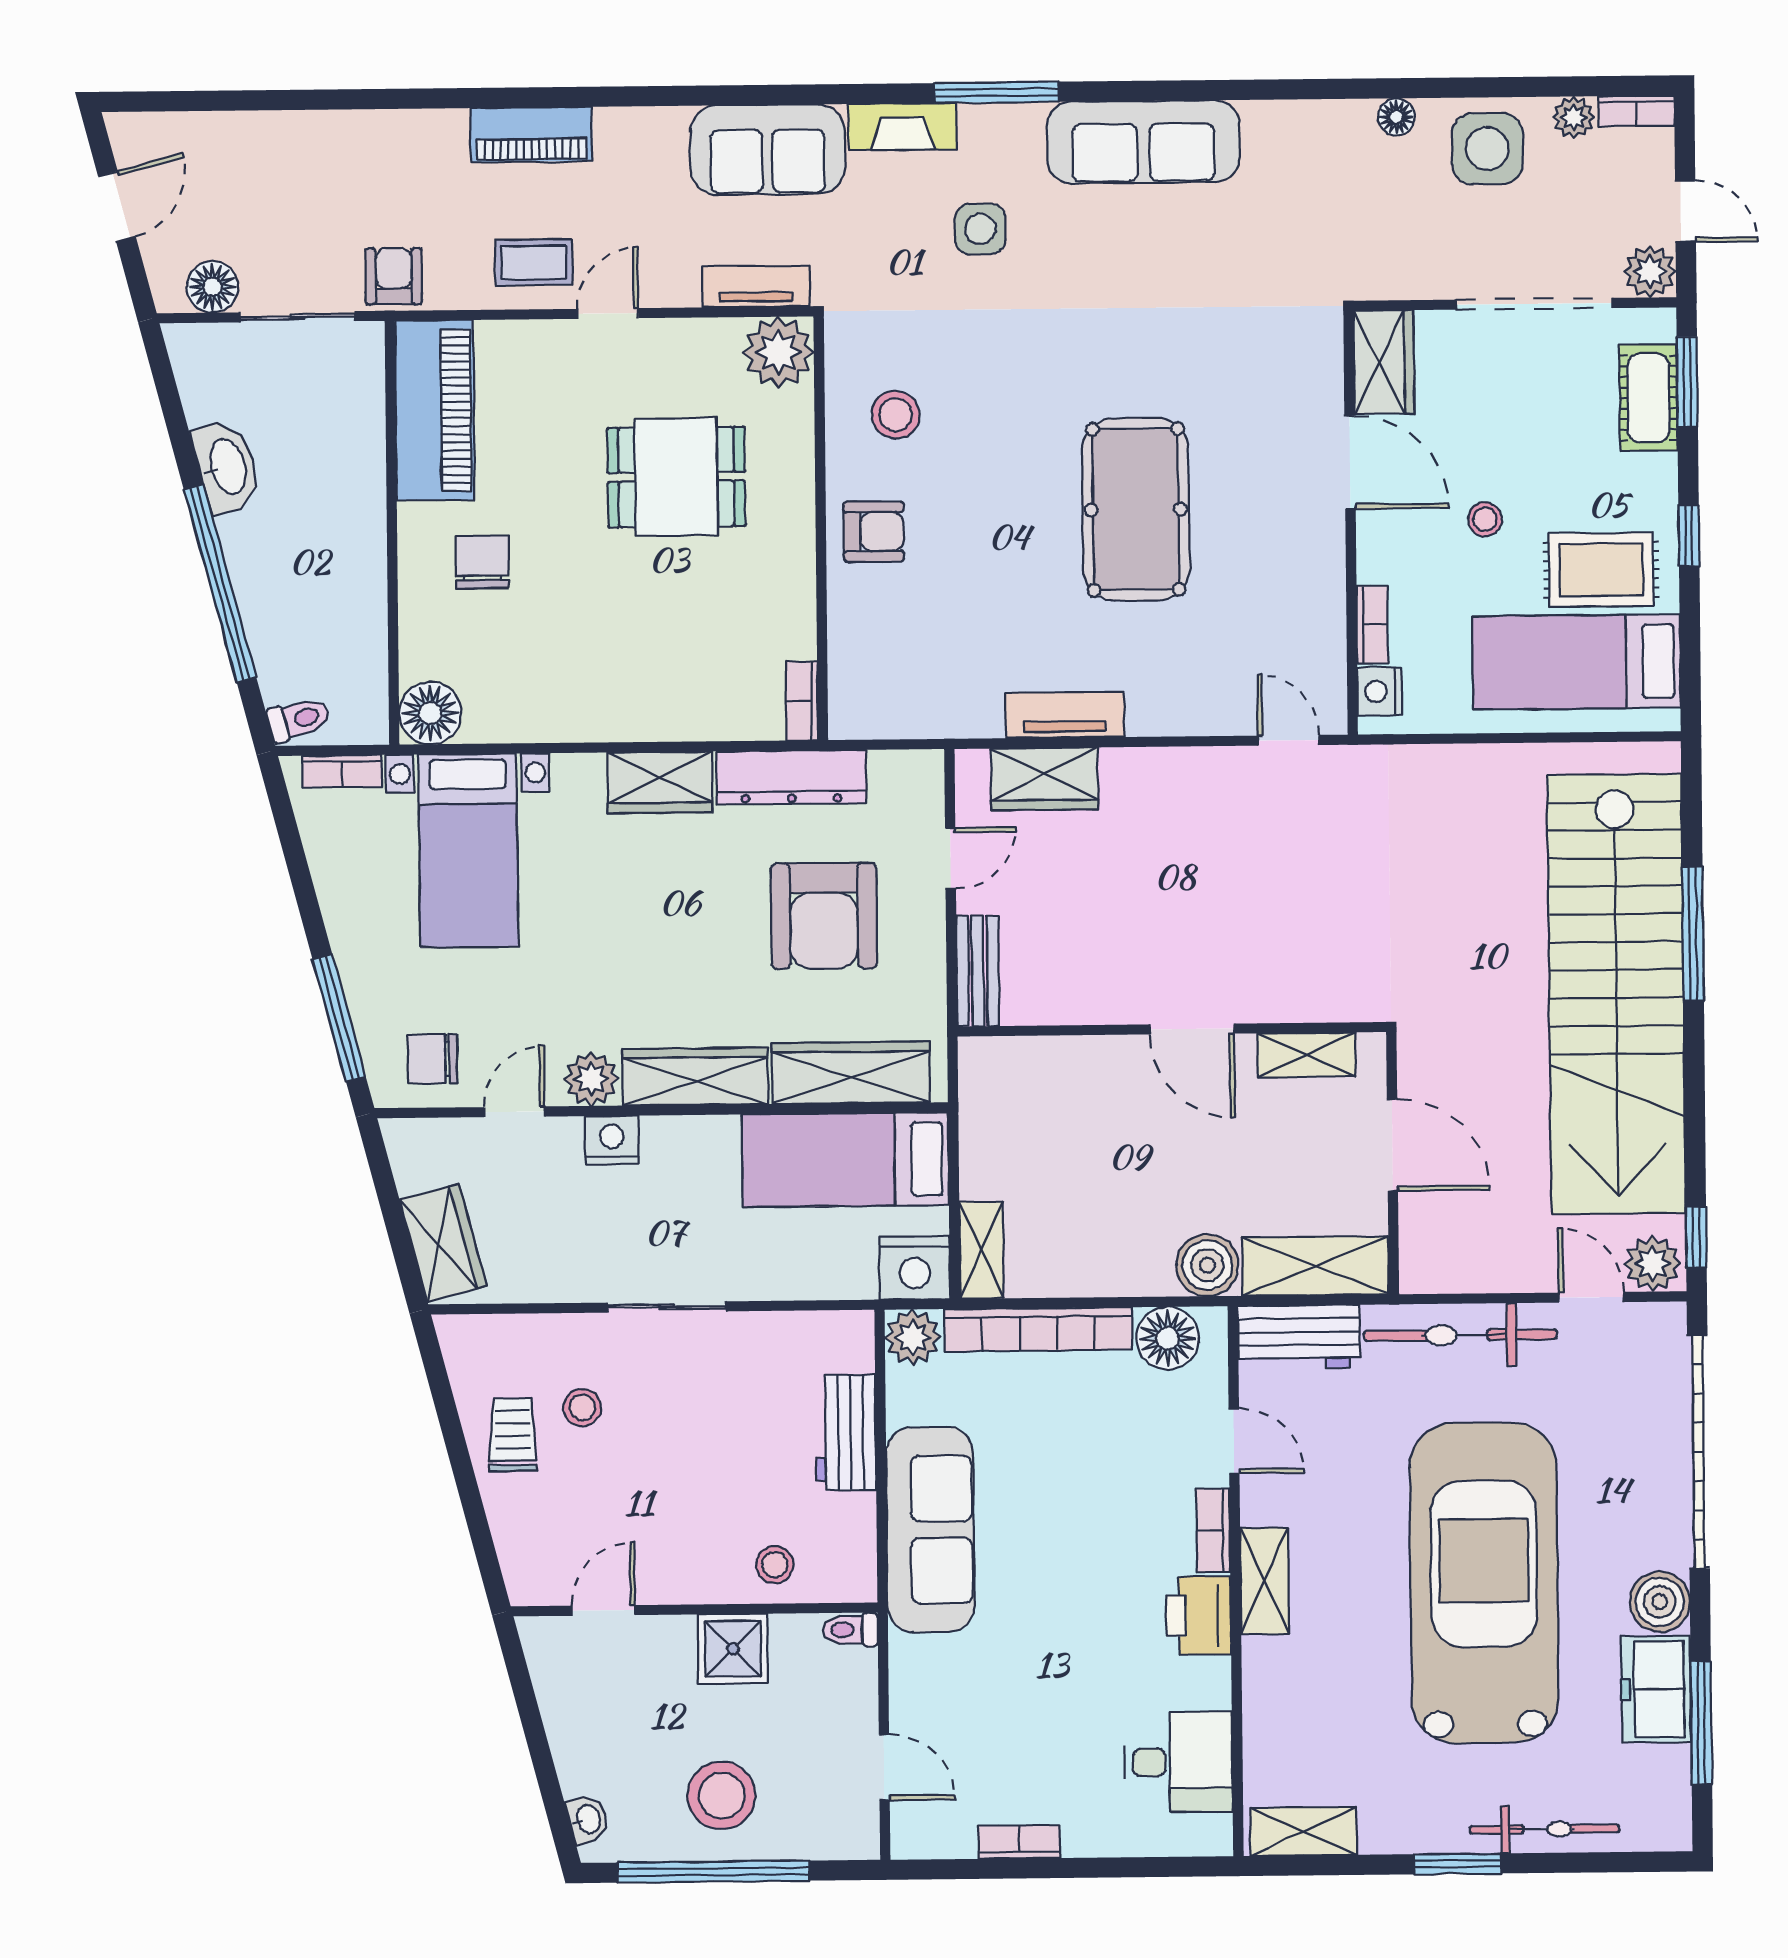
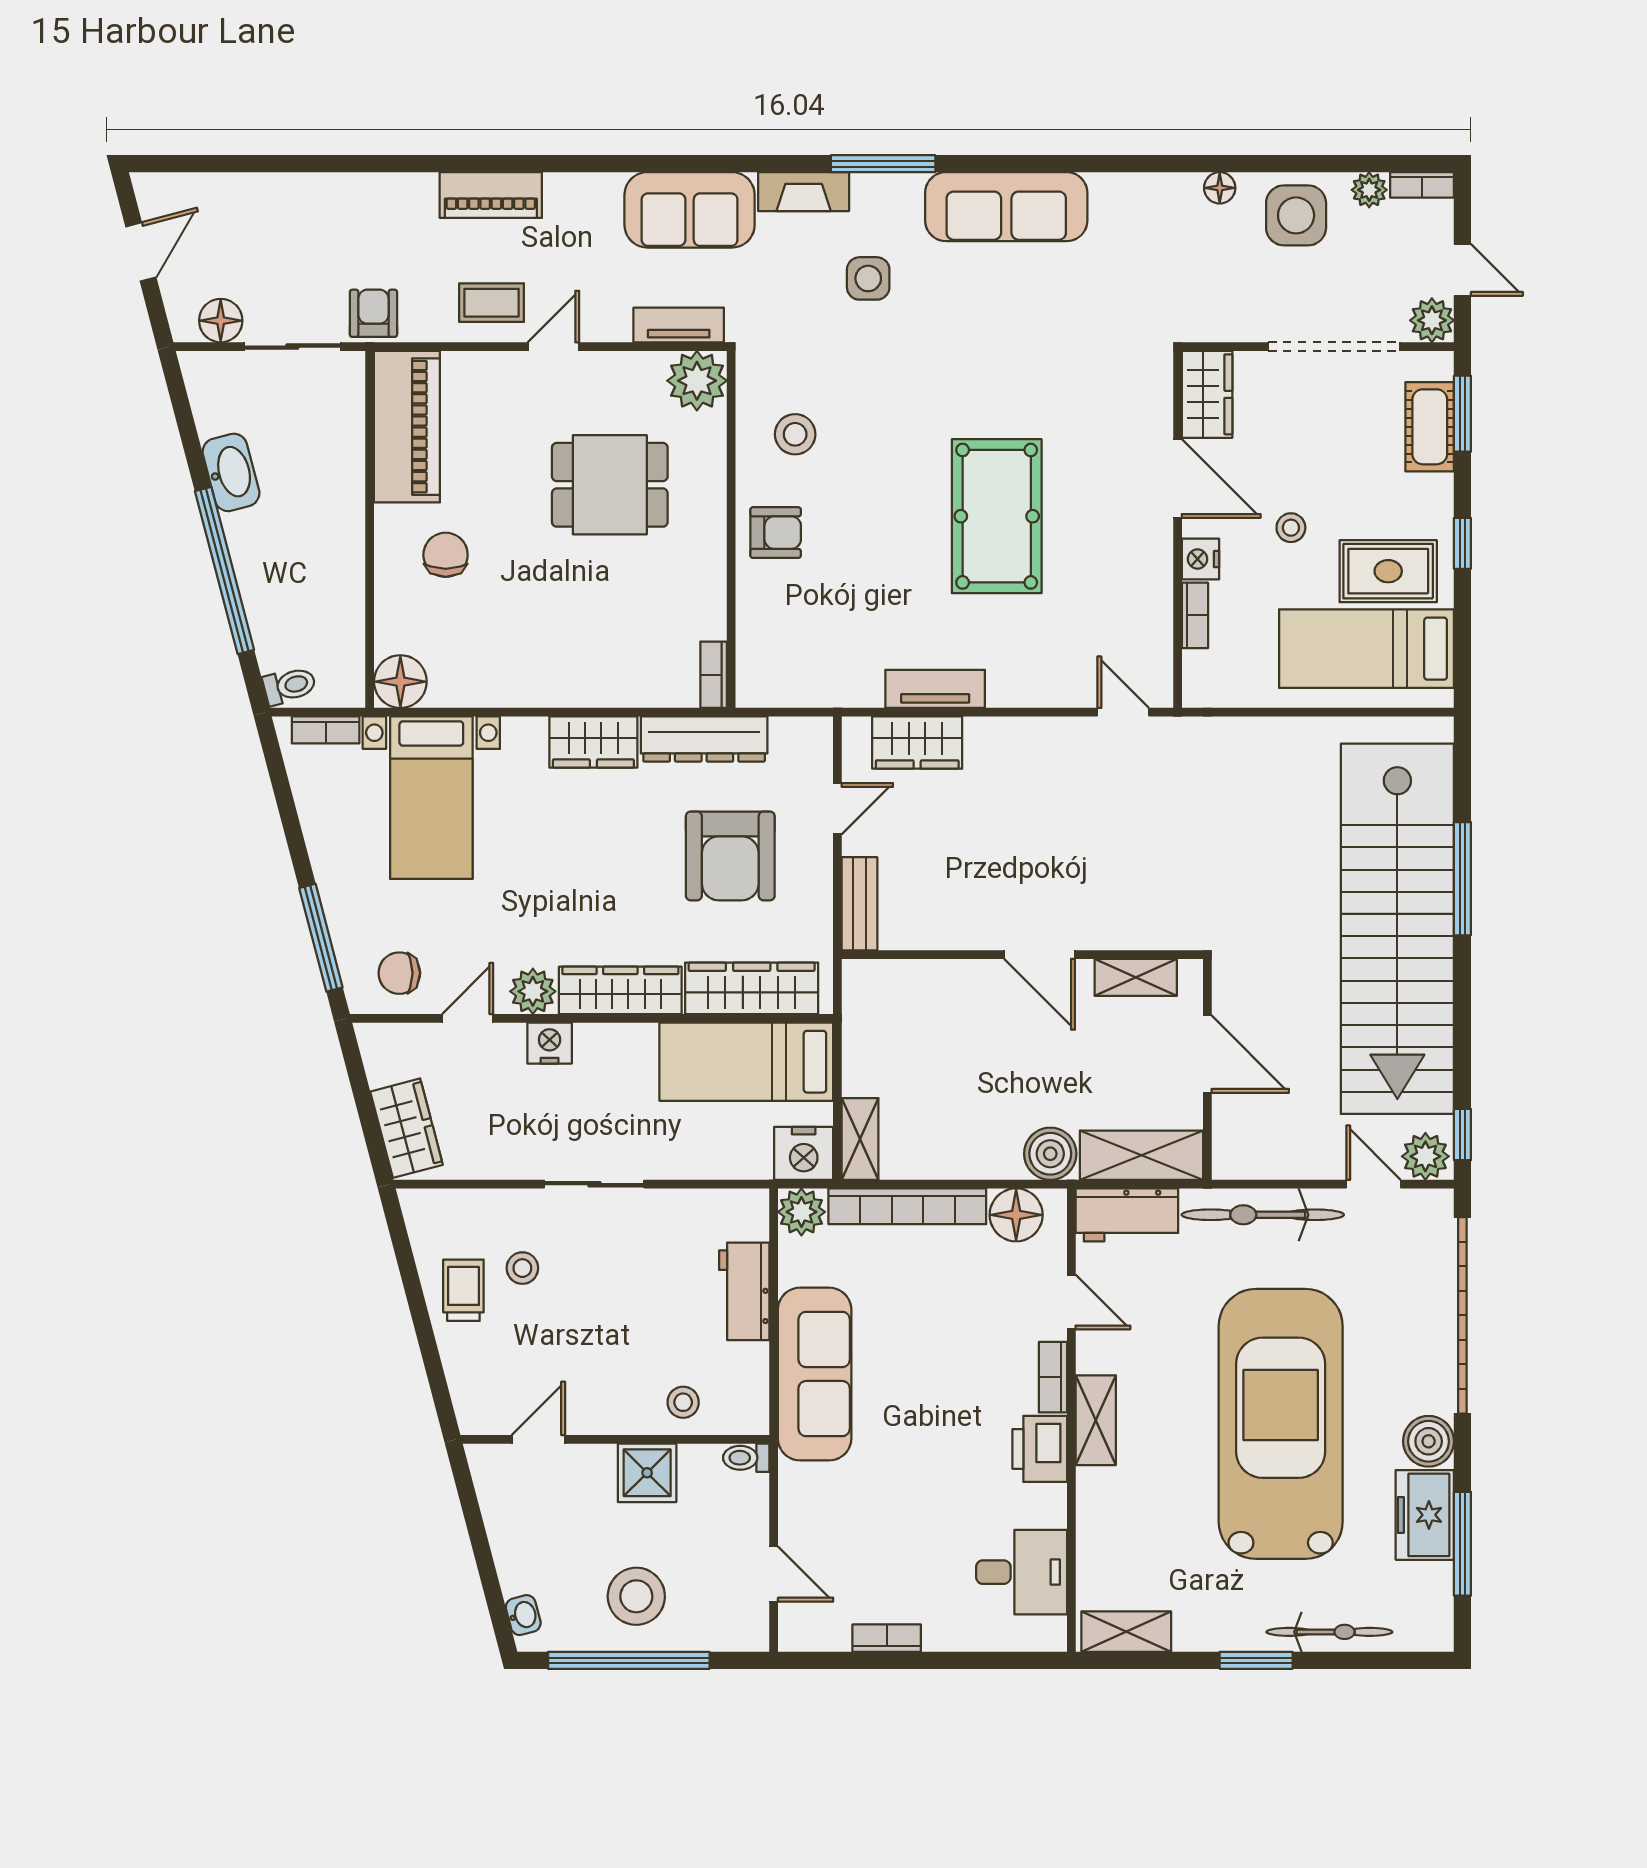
nightstand: (1380, 691) -> (1200, 559), moved

